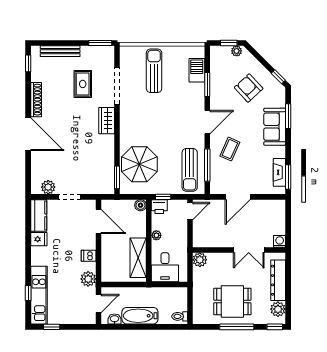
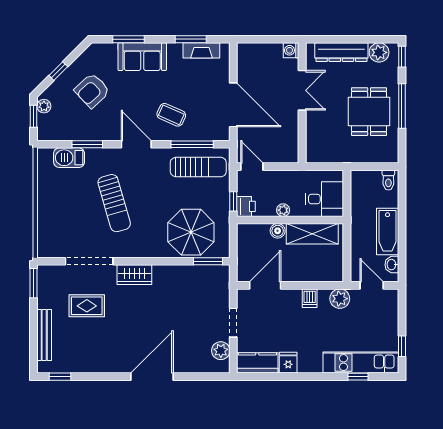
sun lounger: (154, 71) -> (114, 203), moved, turned -106
window: (278, 77) -> (58, 71), moved
shoe rack: (36, 100) -> (107, 366), removed
window: (288, 177) -> (191, 39), moved
door: (238, 197) -> (233, 105), width x1.36
boiler: (141, 205) -> (278, 231), moved
plant: (200, 260) -> (315, 154), removed

